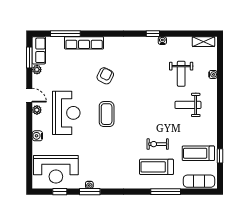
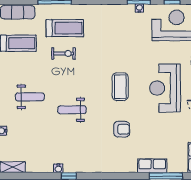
row of seats: (84, 43) -> (152, 166), width x0.68
weight bench: (181, 74) -> (72, 110), moved, turned -90
armchair: (105, 76) -> (122, 129), turned -117

